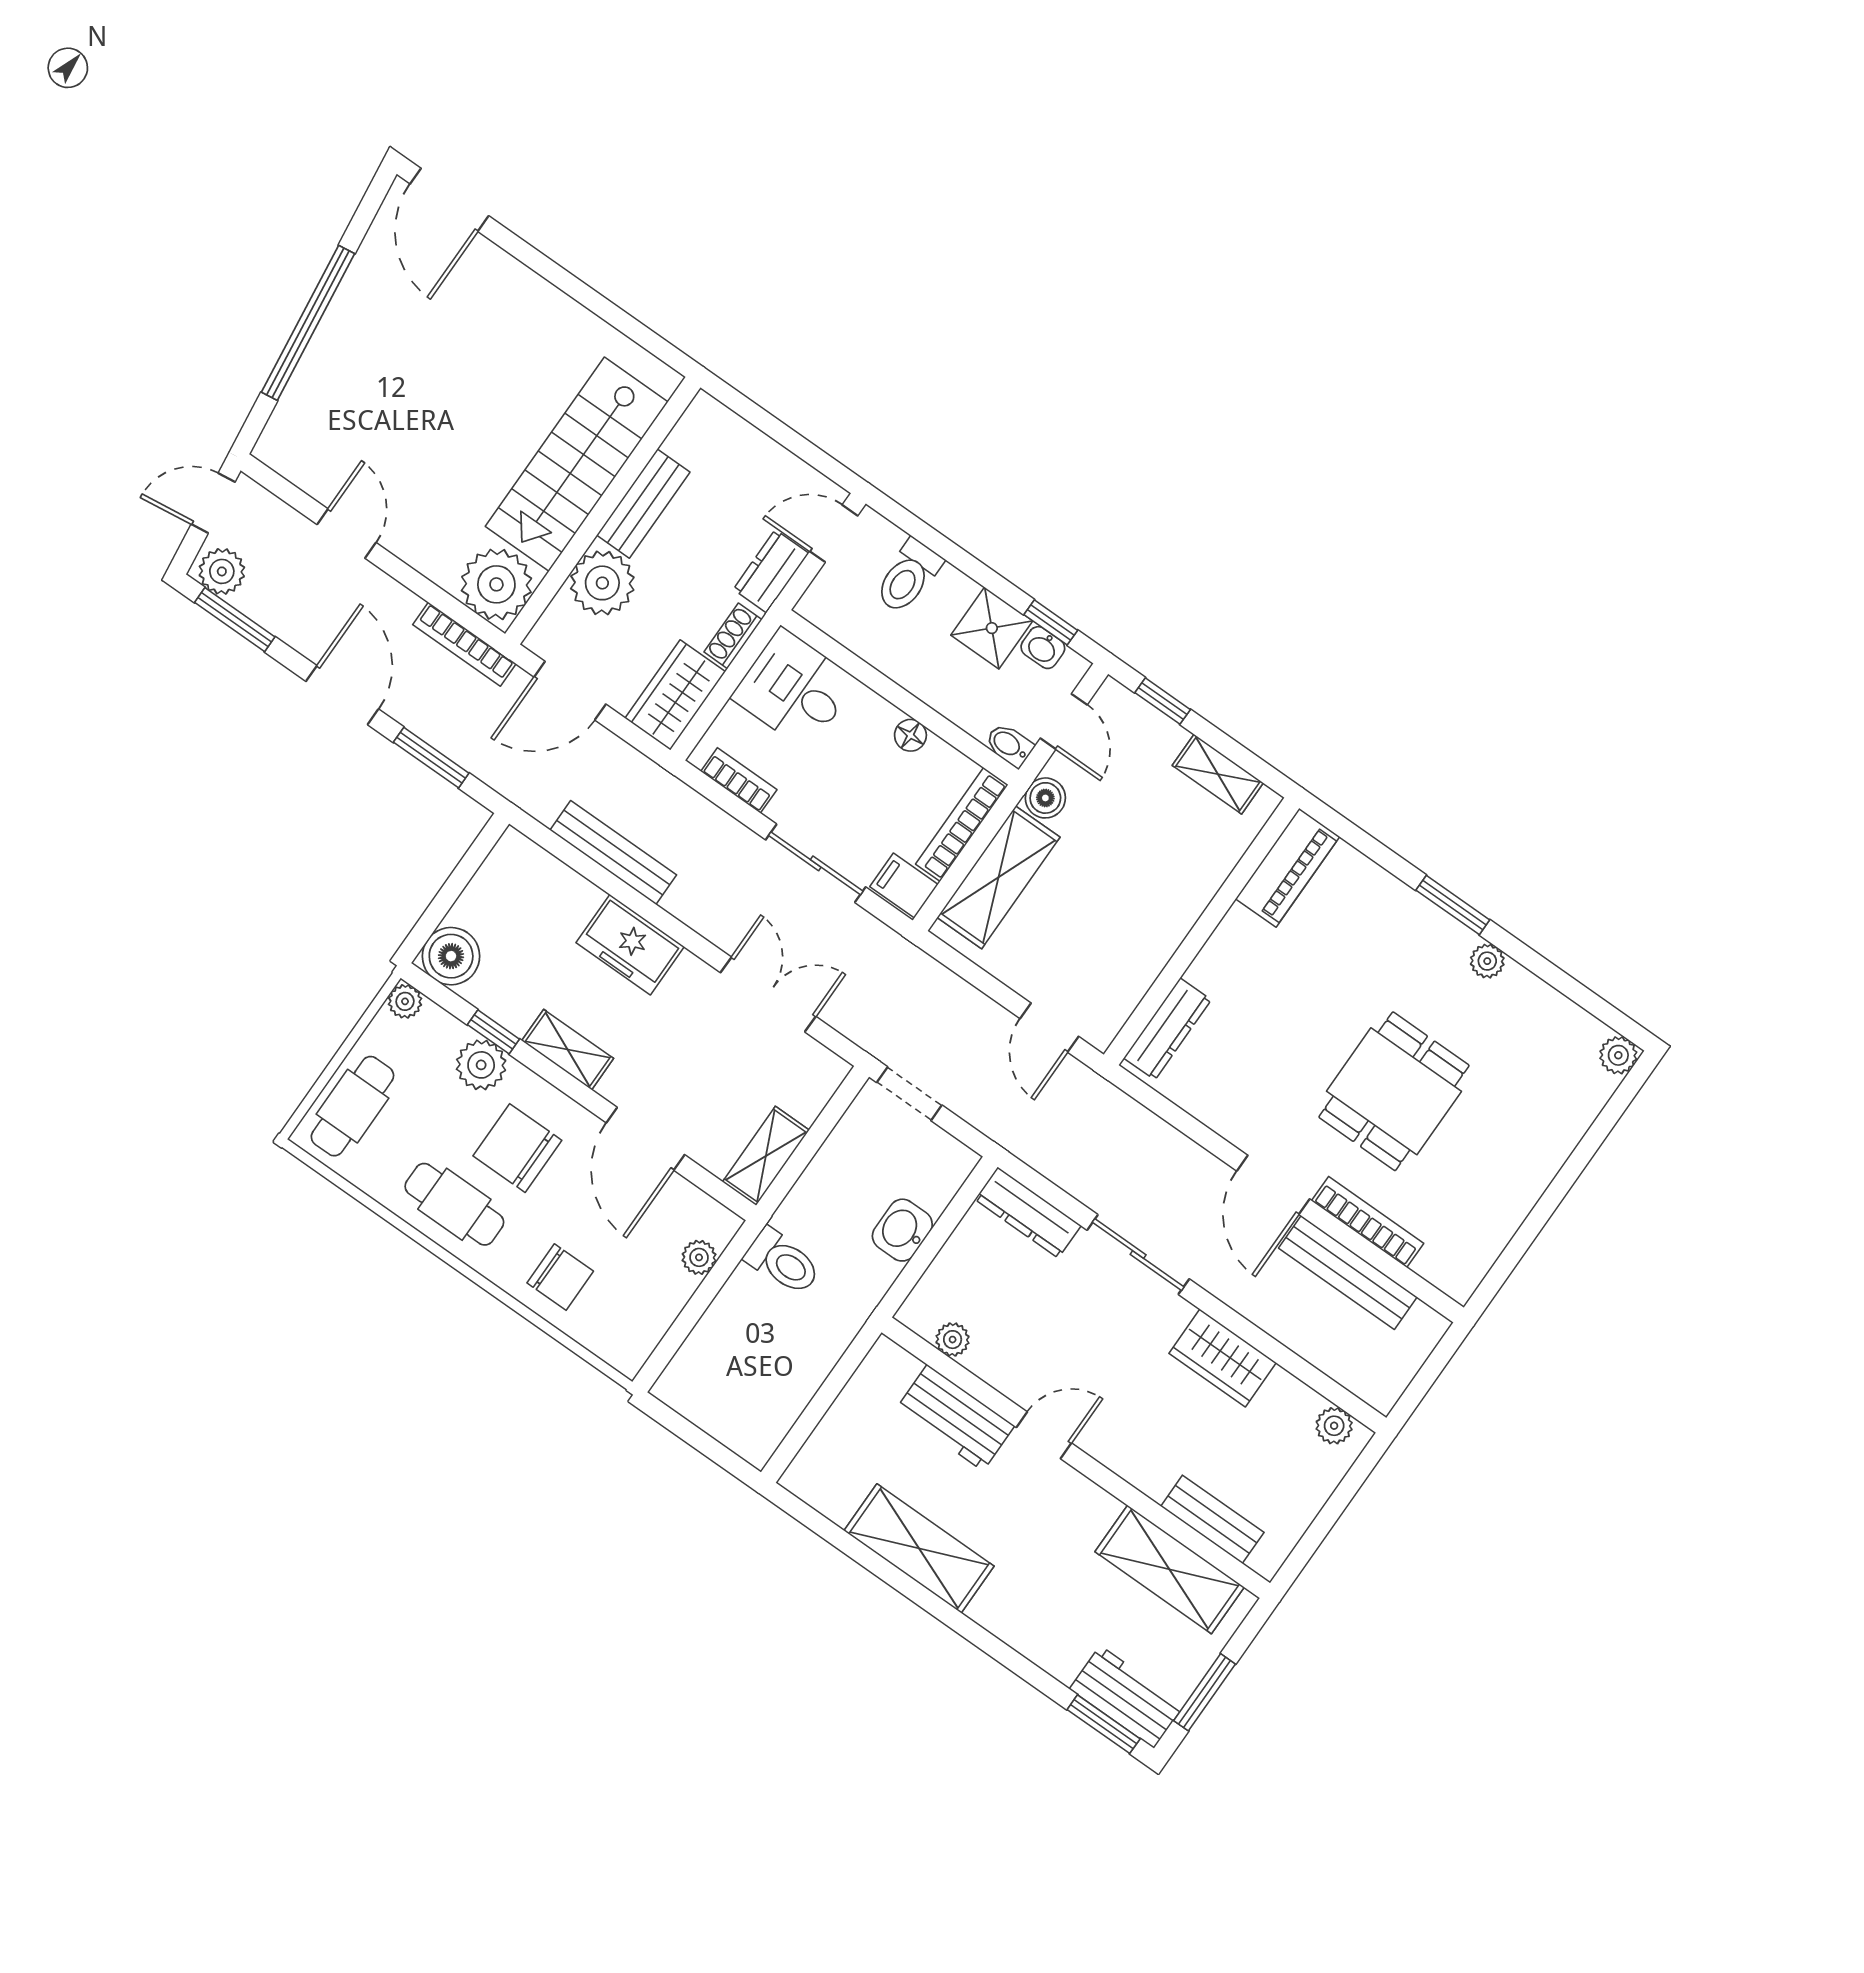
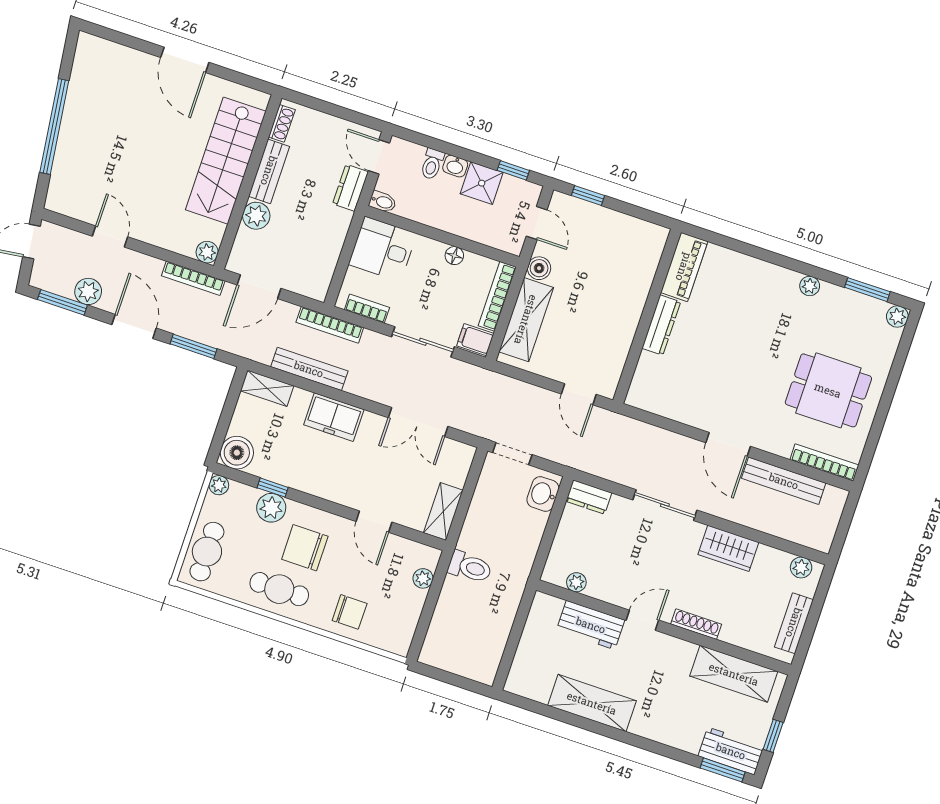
door: (449, 200) -> (185, 60), moved
door: (834, 533) -> (379, 157), hinge flipped
plant: (222, 571) -> (88, 291), moved
toilet: (908, 576) -> (432, 164), width x0.73, depth x0.72
plant: (602, 583) -> (256, 216), width x0.73, depth x0.73
plant: (496, 584) -> (207, 252), width x0.53, depth x0.53
shoe rack: (733, 636) -> (282, 123), moved, turned 180
washbasin: (1043, 648) -> (455, 166), moved
wardrobe: (675, 695) -> (318, 272), removed
bidet: (1009, 745) -> (383, 202), moved, turned 180
shelving: (1218, 774) -> (630, 227), removed
bookcase: (669, 789) -> (330, 325), added
window: (1453, 905) -> (867, 290), moved
double door: (768, 995) -> (418, 422), swing flipped
dresser: (1167, 1029) -> (661, 325), moved
shelving: (568, 1050) -> (267, 388), moved
dining table: (1394, 1091) -> (828, 390), moved, turned 90
door: (645, 1139) -> (374, 522), width x0.73
dresser: (1028, 1213) -> (589, 497), width x0.70
bookcase: (1368, 1222) -> (824, 462), moved
washbasin: (902, 1230) -> (543, 494), moved
shoe rack: (1131, 1468) -> (696, 624), added
bench: (1212, 1519) -> (794, 623), moved, turned 90
window: (1205, 1692) -> (773, 736), width x0.67

